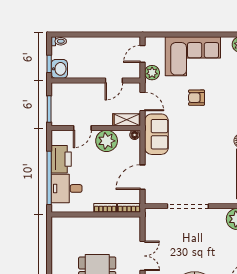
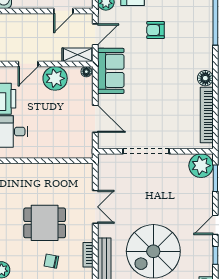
door: (143, 102) -> (95, 34), hinge flipped
door: (143, 177) -> (95, 119), swing flipped
bookcase: (105, 208) -> (54, 153), removed
bookcase: (129, 208) -> (80, 153), removed

